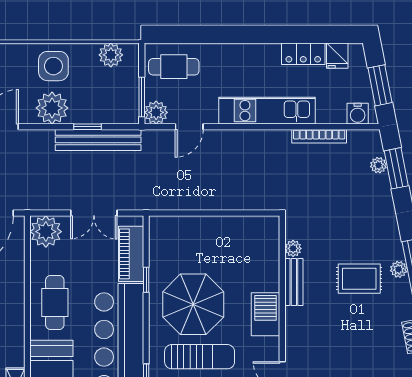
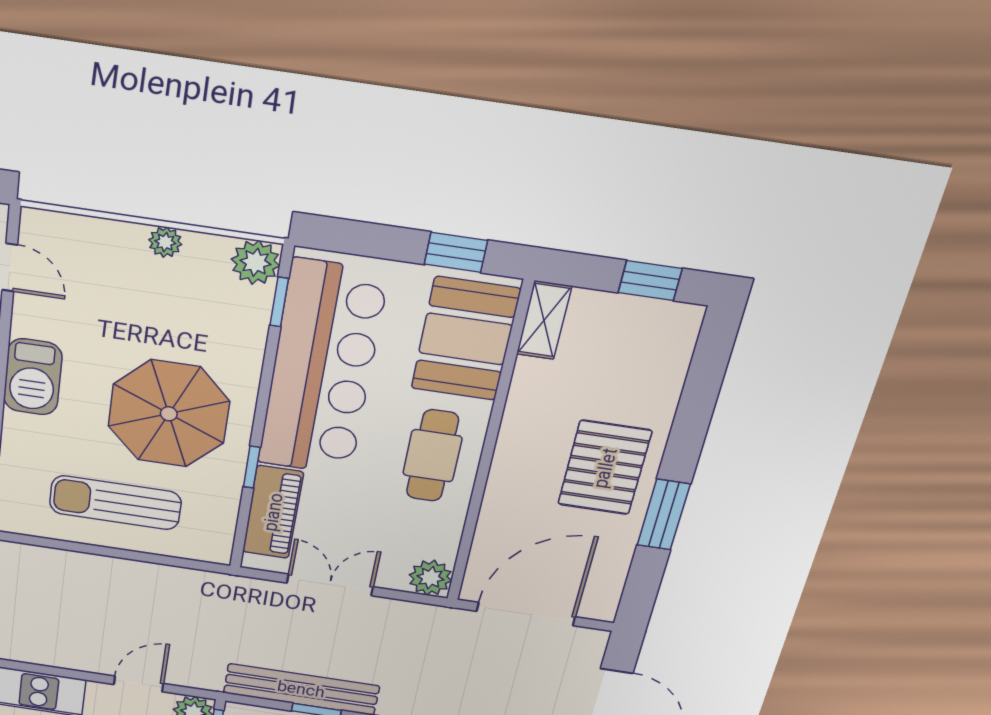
plant: (46, 232) -> (430, 578), width x0.73, depth x0.73
sun lounger: (200, 357) -> (115, 503), moved

